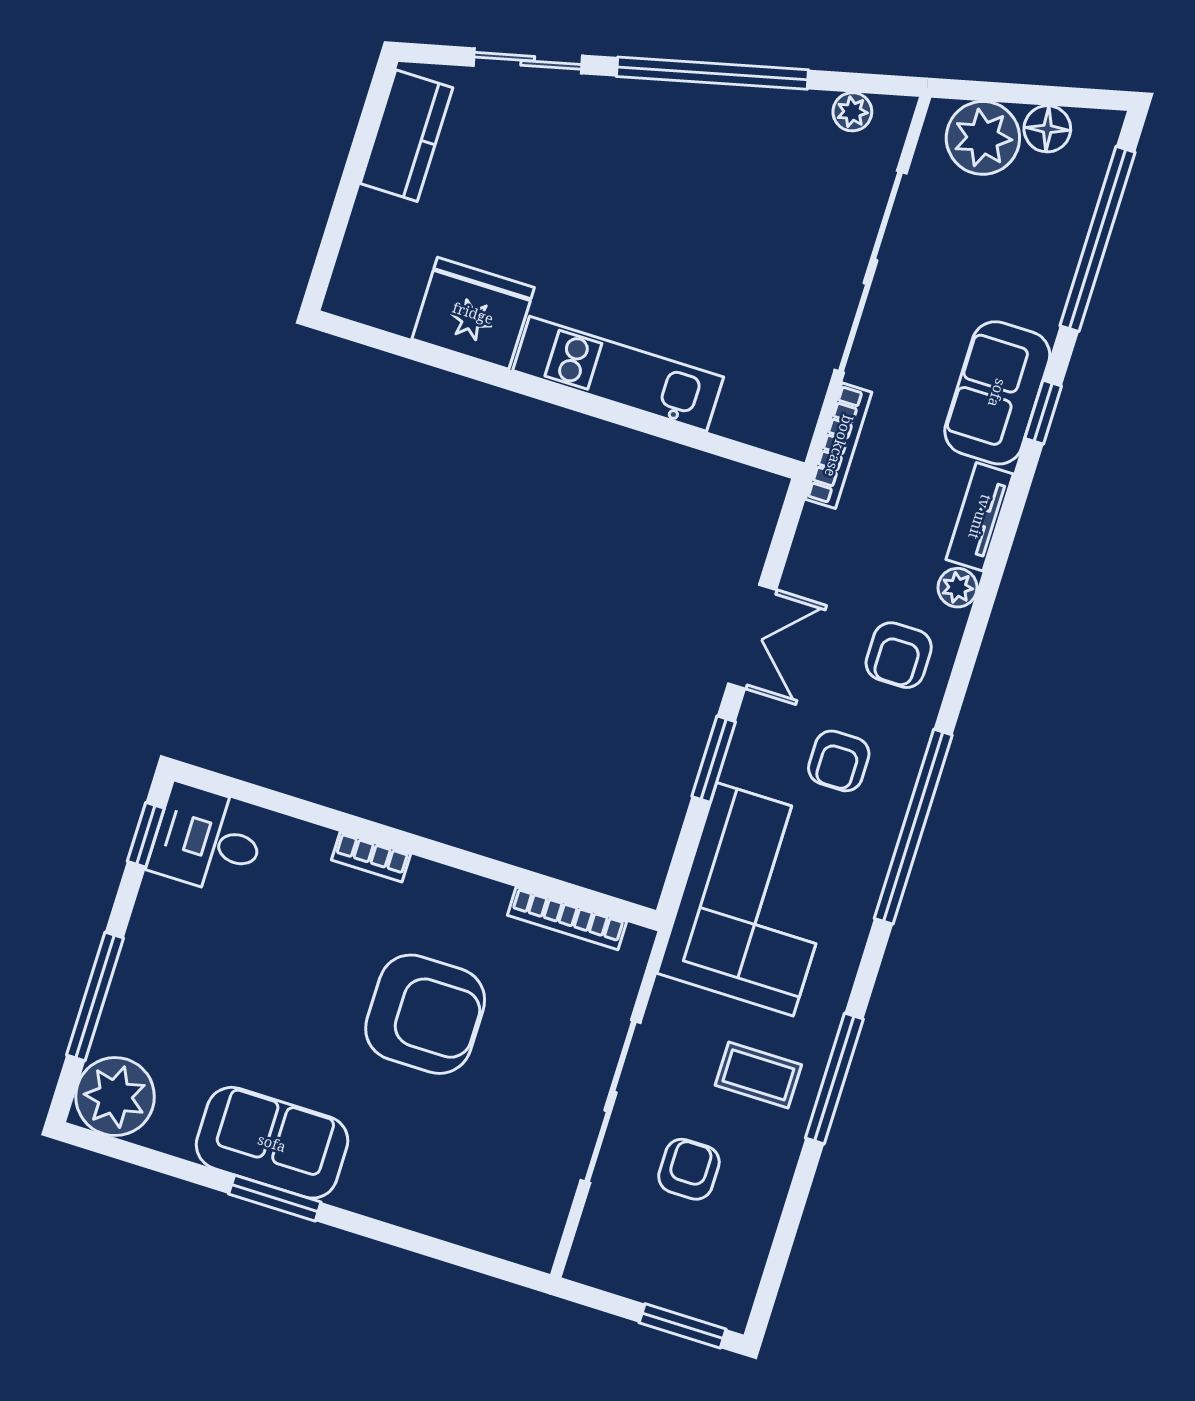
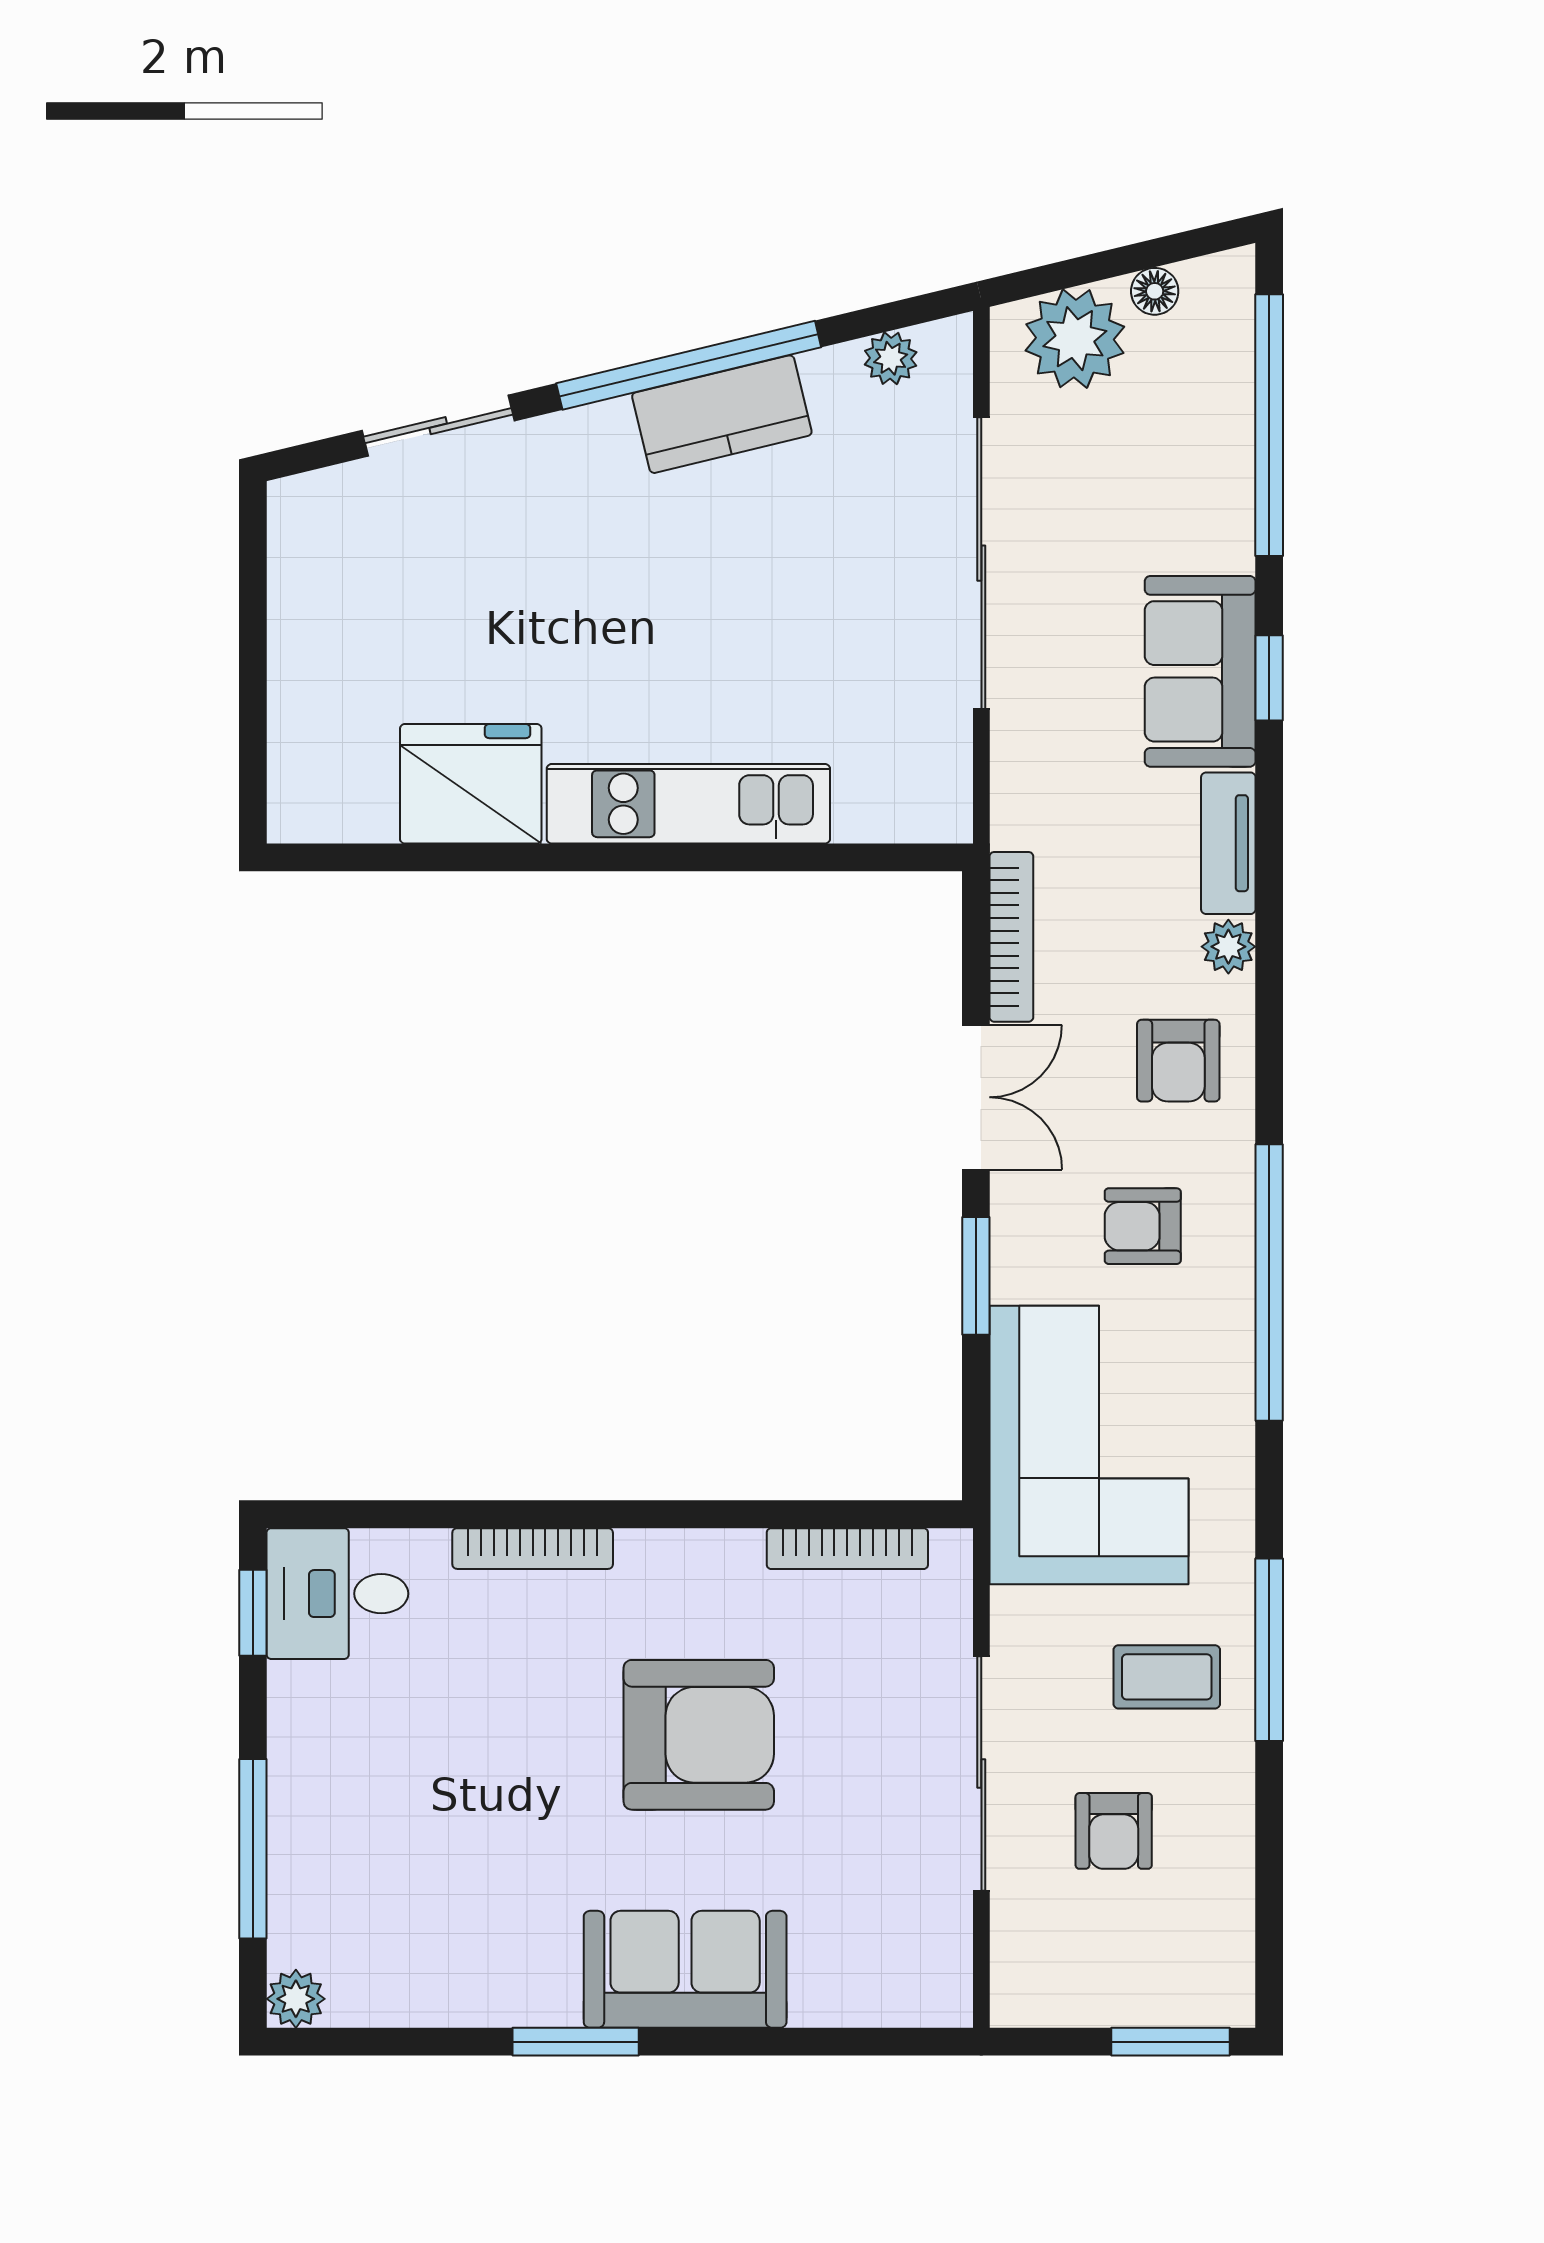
floor lamp: (1047, 129) -> (1155, 291), width x0.73, depth x0.73
kitchen counter: (406, 136) -> (722, 414), moved, turned 76
bookcase: (839, 446) -> (1011, 937), moved
armchair: (839, 761) -> (1143, 1226), turned 90
bookcase: (371, 857) -> (533, 1549), width x1.56
plant: (115, 1097) -> (296, 1999), width x0.53, depth x0.53
sofa: (272, 1143) -> (685, 1969), moved
armchair: (689, 1169) -> (1114, 1831), turned 180

